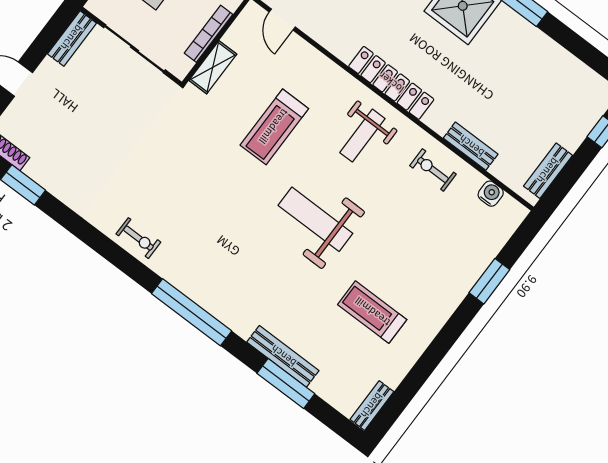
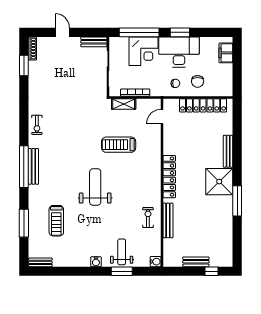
weight bench: (362, 136) -> (122, 252), moved, turned 90
bench: (471, 146) -> (168, 220), width x1.36
bench: (548, 171) -> (196, 262), moved
water cooler: (491, 194) -> (156, 262), moved
treadmill: (372, 312) -> (56, 221), moved, turned 180
water cooler: (441, 312) -> (96, 262), added
bench: (283, 356) -> (33, 166), moved

